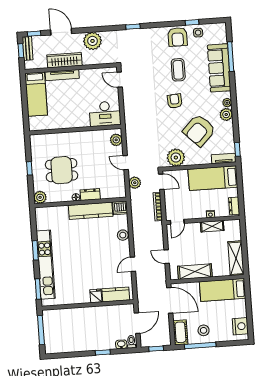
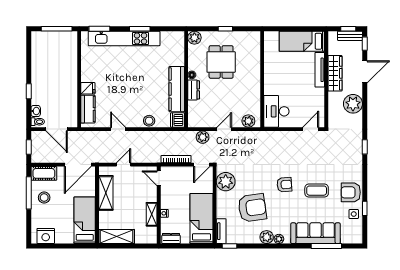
armchair: (199, 130) -> (252, 208), turned 127

